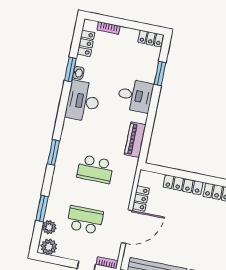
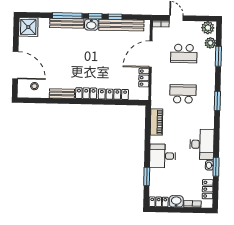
washbasin: (128, 35) -> (176, 201), added

